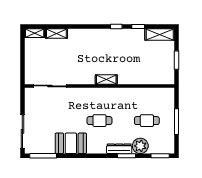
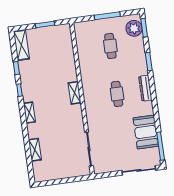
shelving: (35, 33) -> (29, 113), moved
booth: (71, 143) -> (146, 132), moved
plant: (140, 146) -> (134, 28), moved
dresser: (119, 149) -> (145, 88), moved

